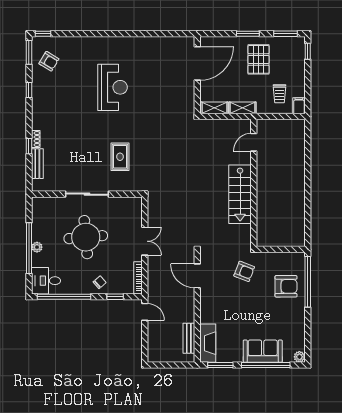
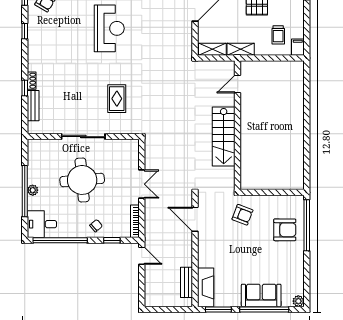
door: (254, 142) -> (238, 84), moved
wall: (254, 183) -> (238, 125), moved
stairs: (240, 194) -> (224, 137), moved

